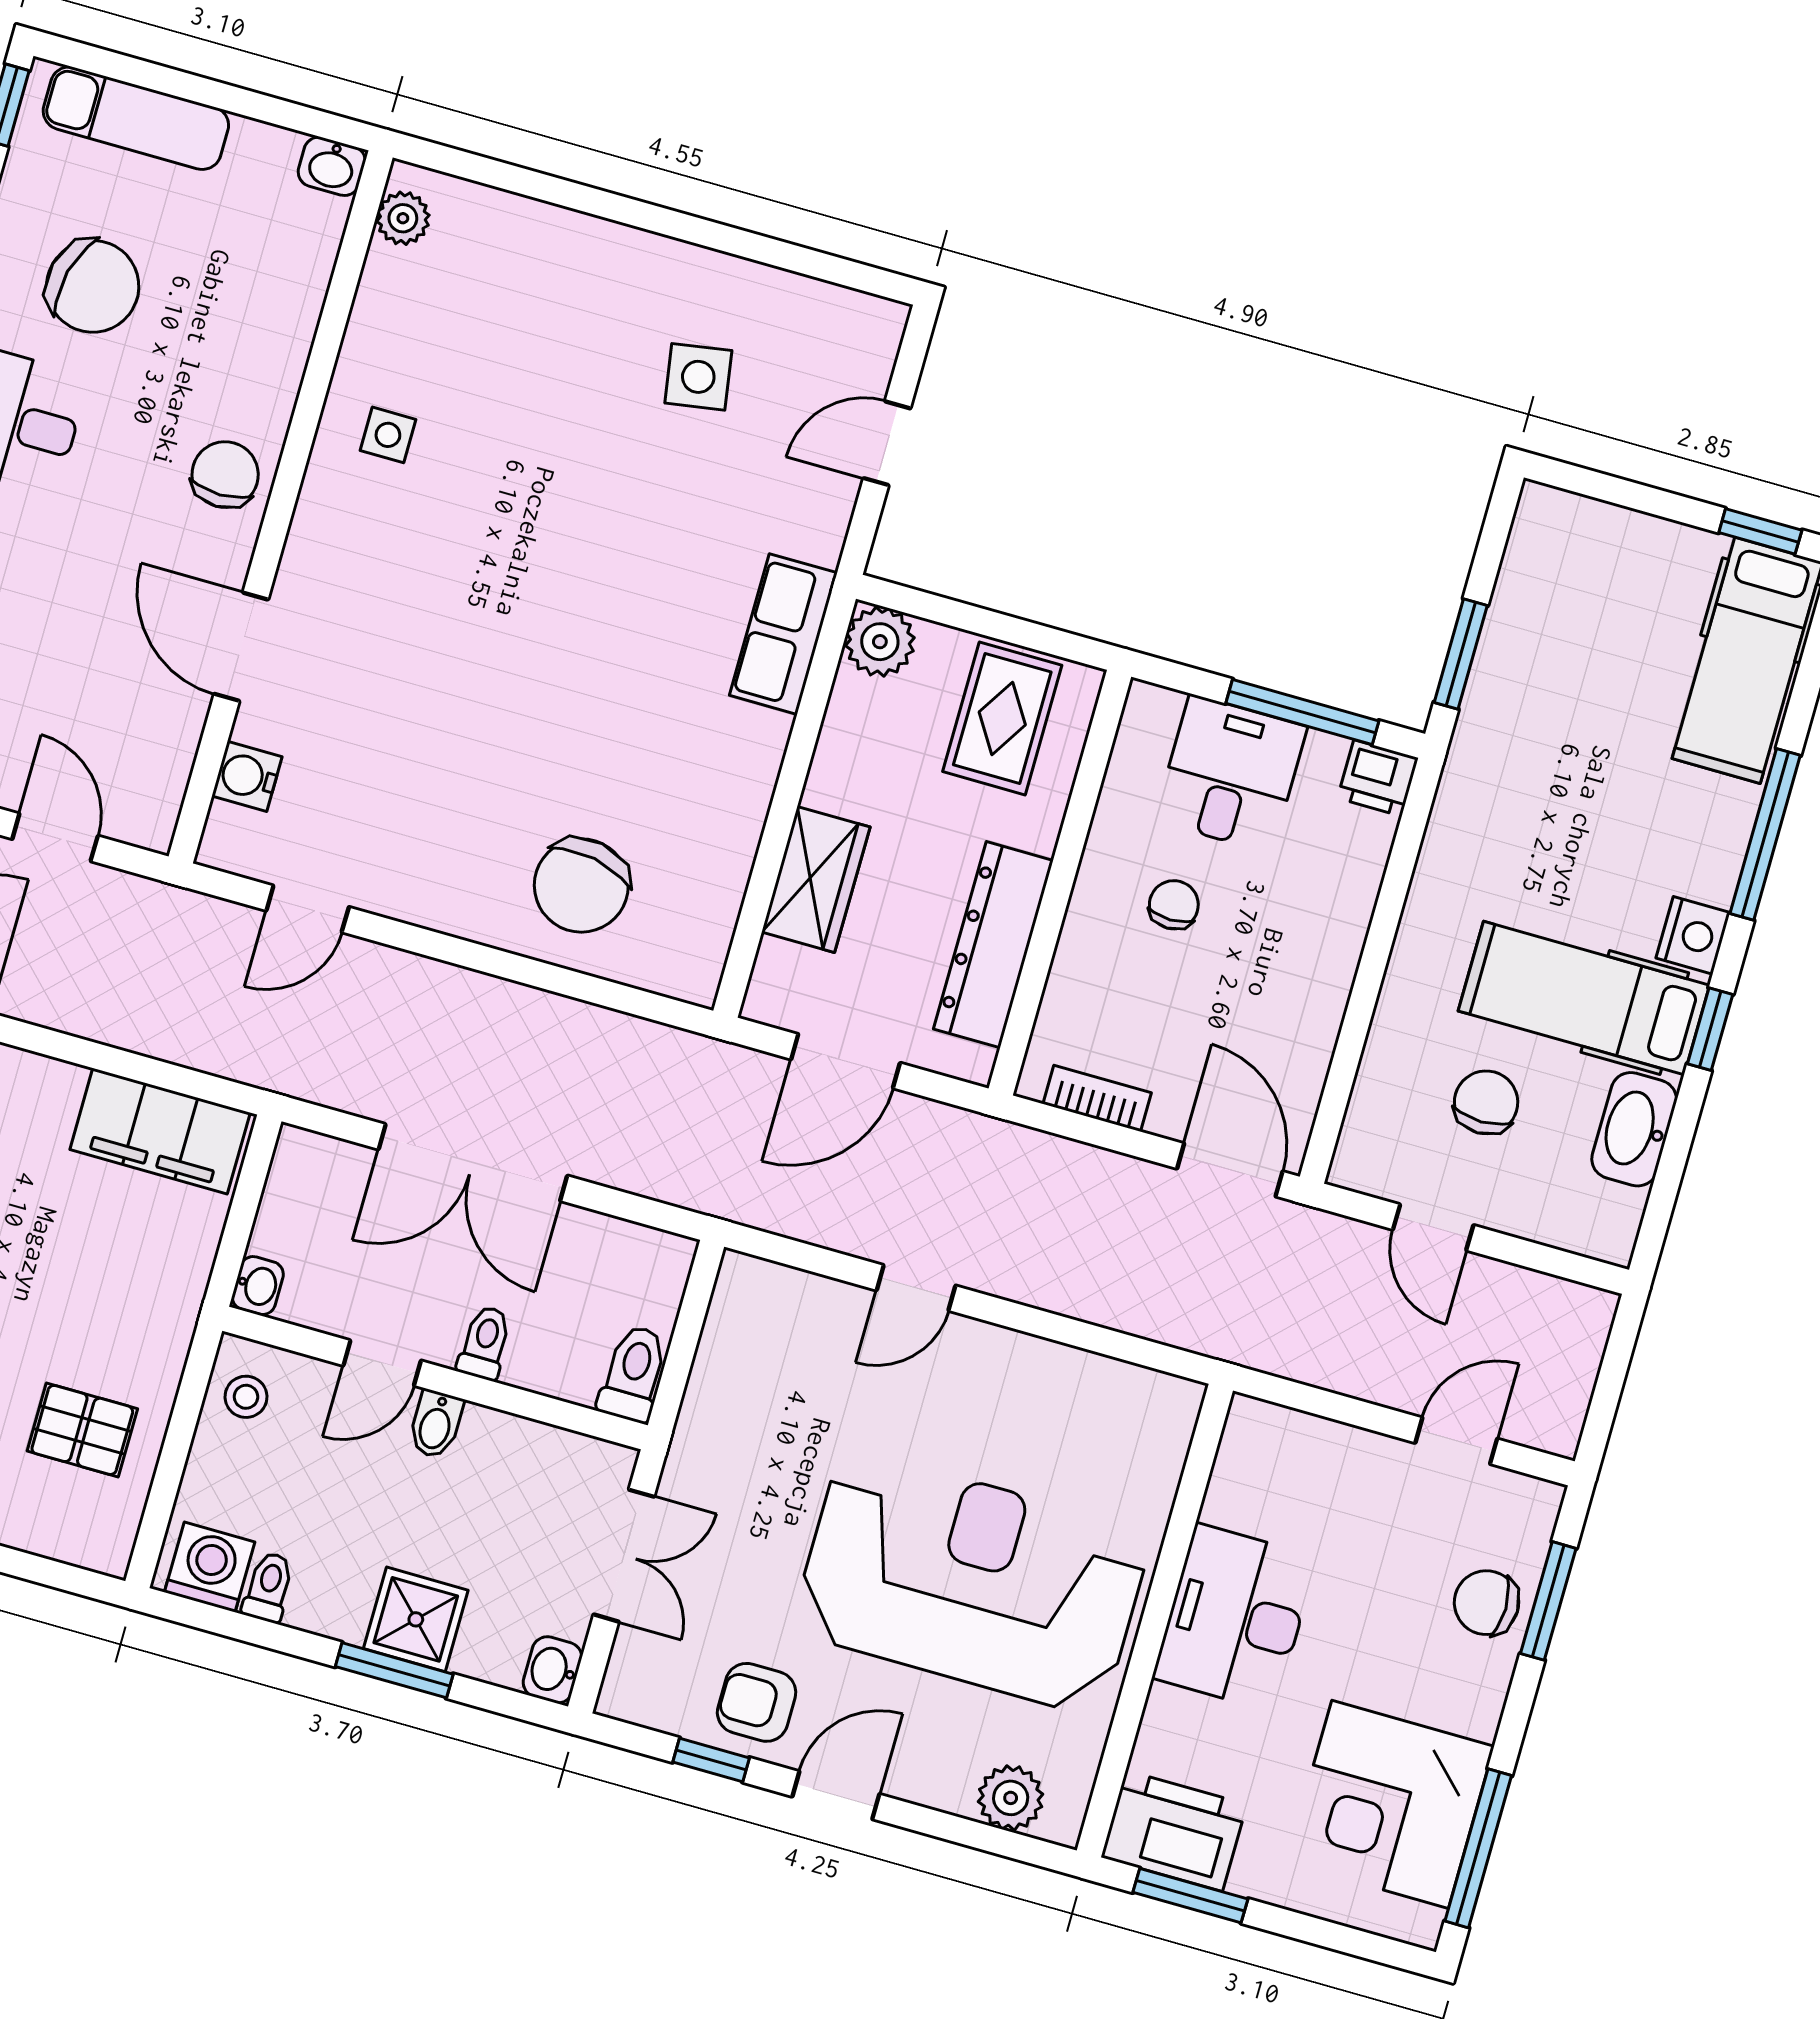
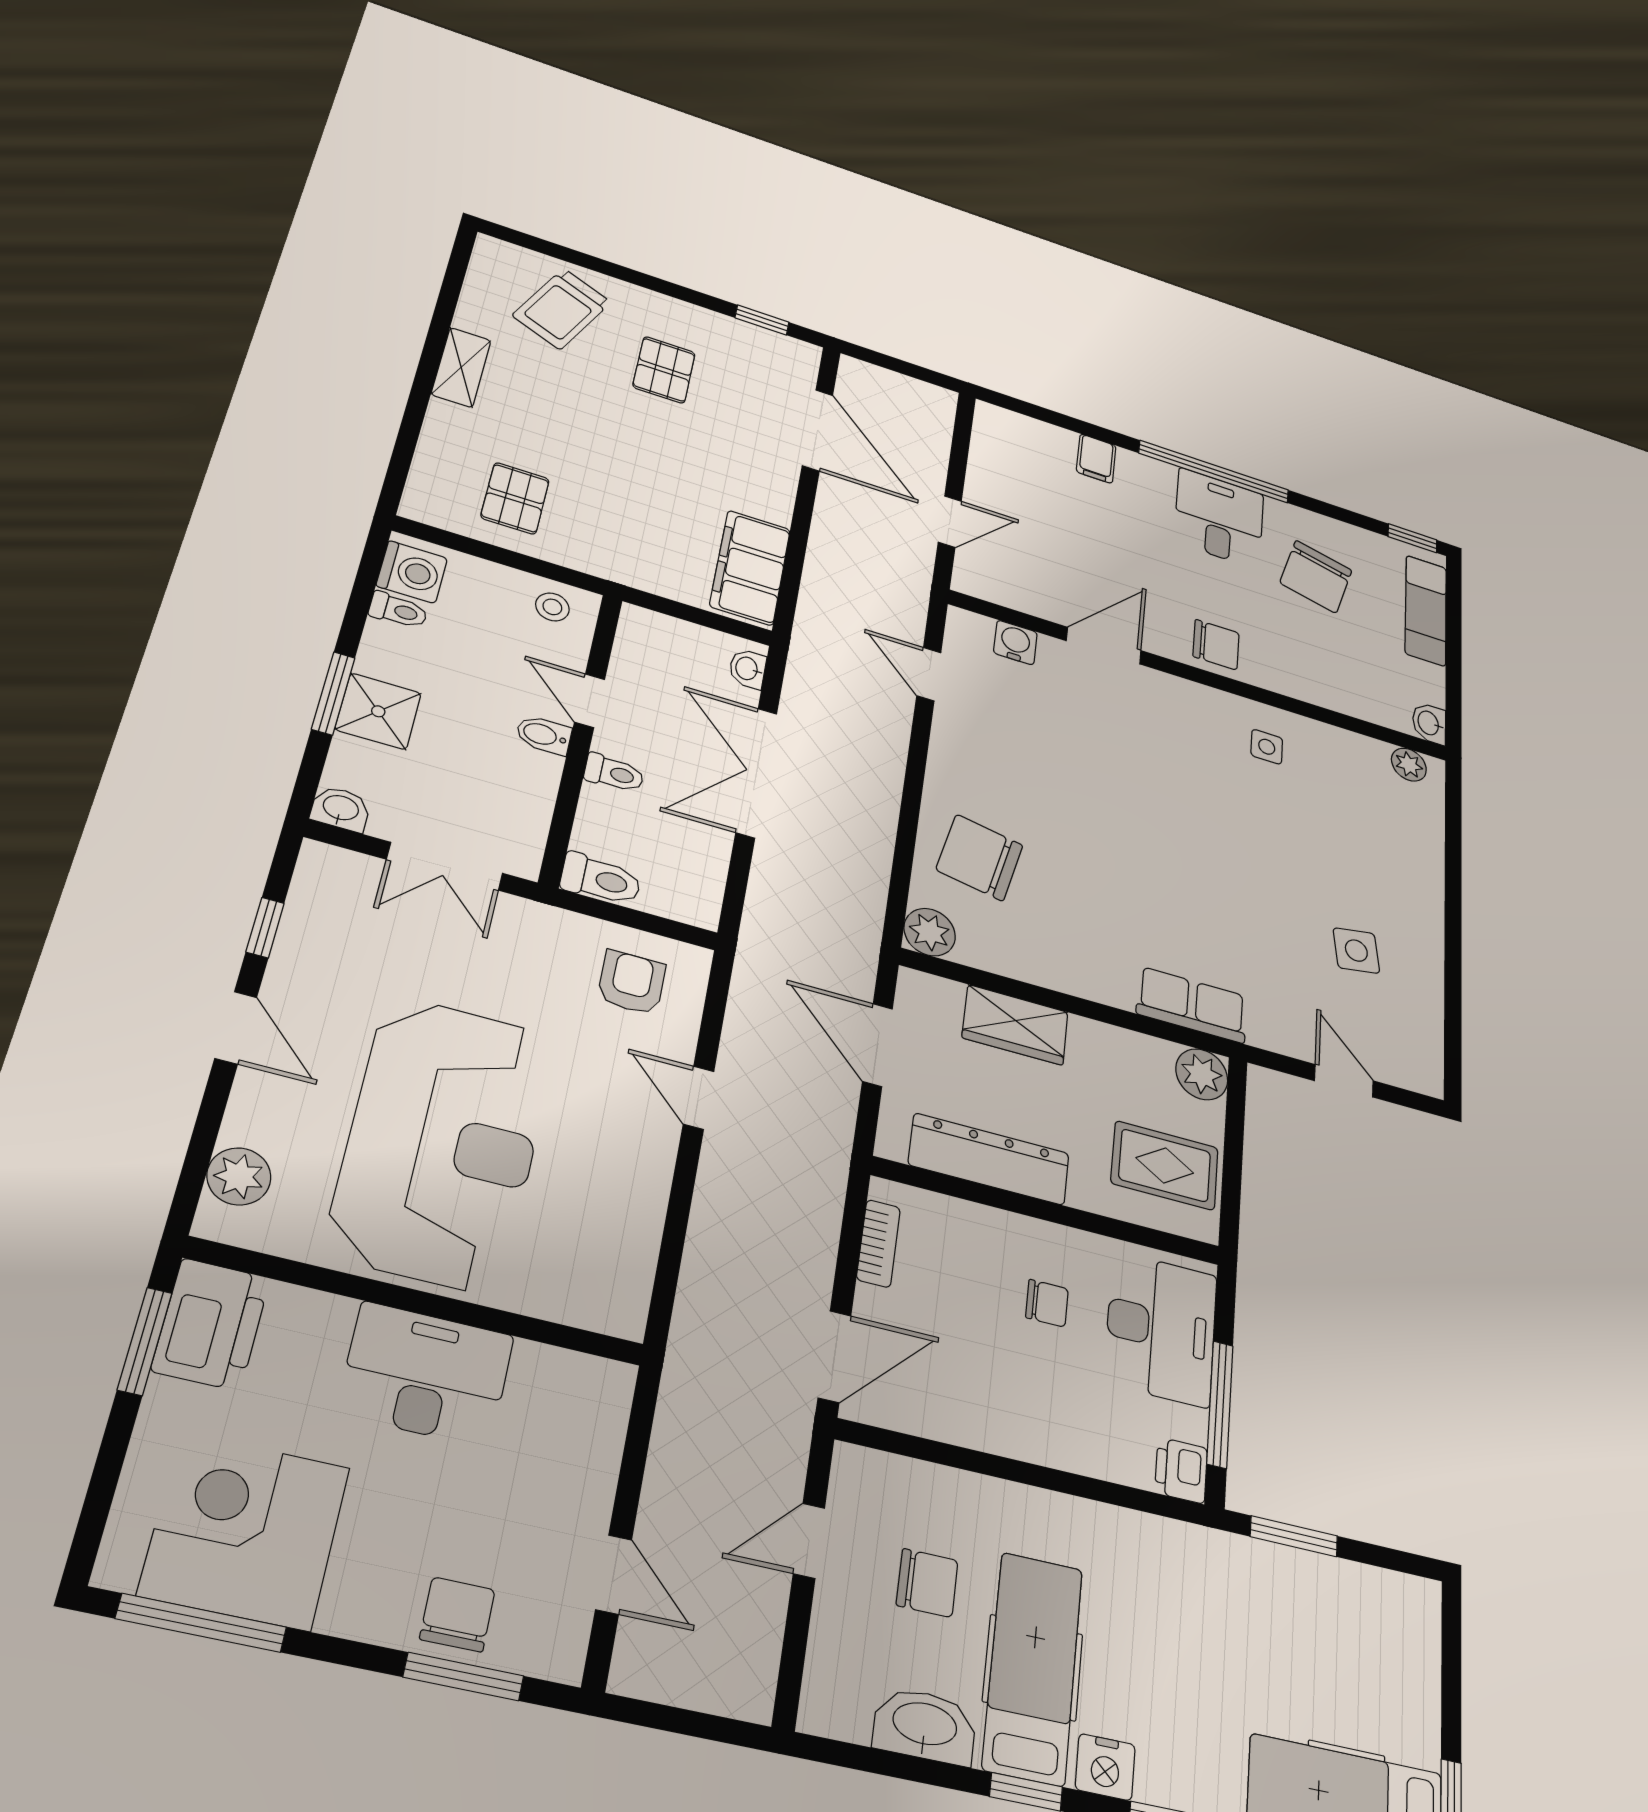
desk: (1231, 774) -> (1161, 1329), width x1.37
plant: (691, 970) -> (930, 932), added
washbasin: (258, 1286) -> (748, 669), moved, turned 90
armchair: (757, 1702) -> (632, 983), moved

